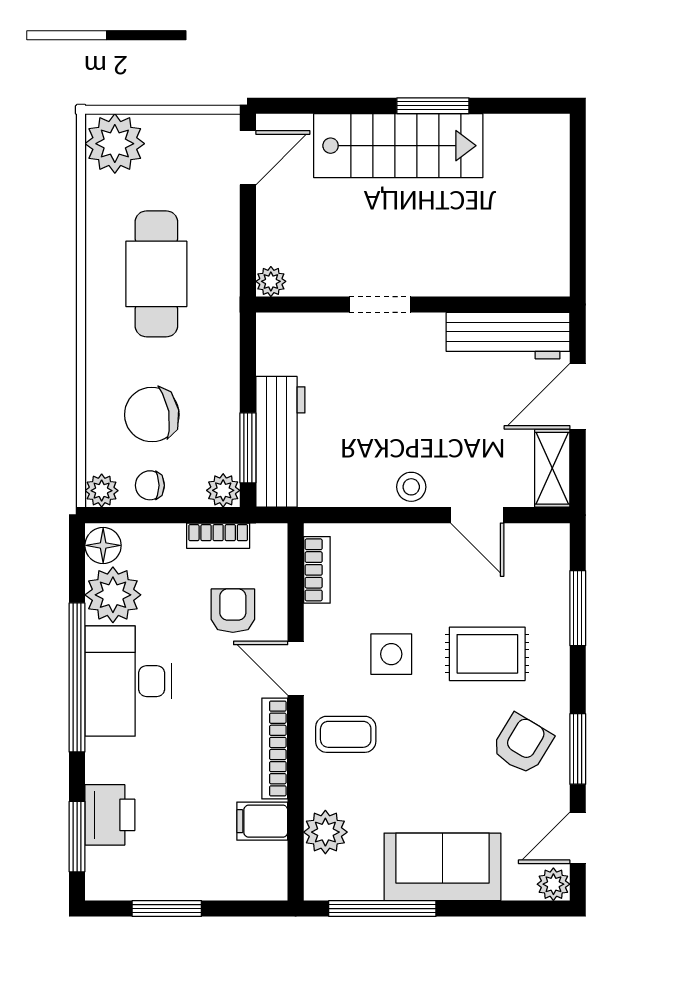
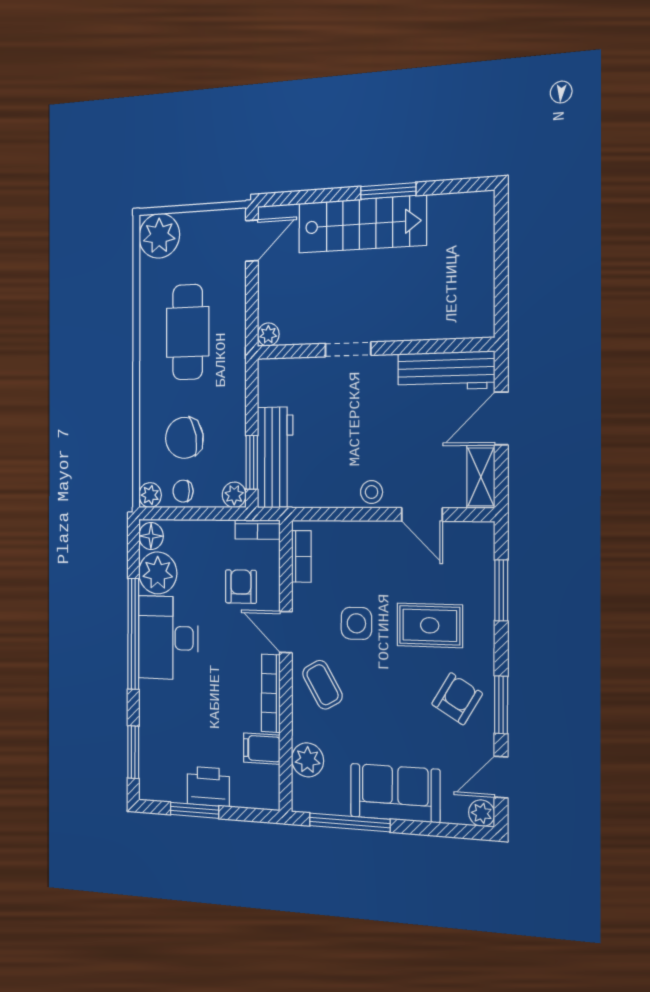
bookcase: (218, 536) -> (258, 530), moved
coffee table: (346, 734) -> (322, 685), turned 60
printer: (110, 815) -> (208, 787), moved, turned -90

